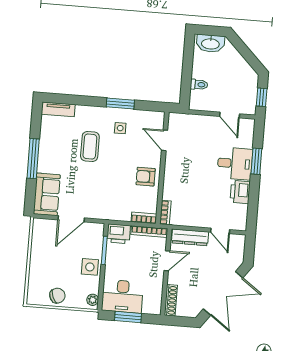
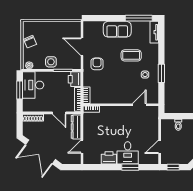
window: (33, 159) -> (139, 18), moved
armchair: (146, 177) -> (97, 64), moved
sofa: (47, 194) -> (117, 29), moved

